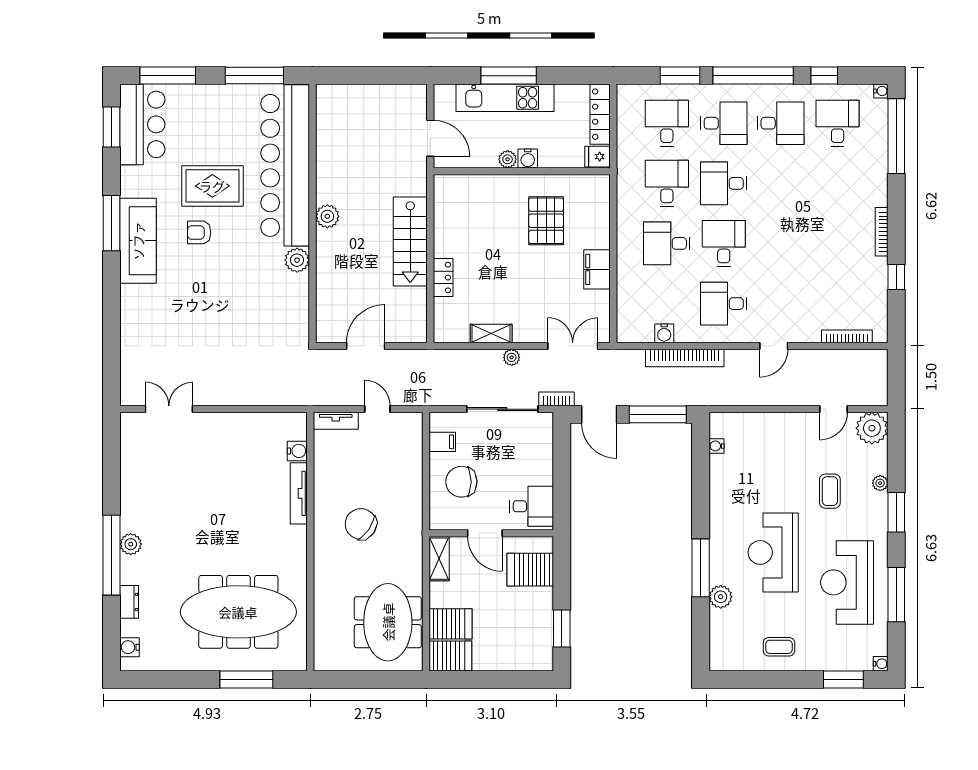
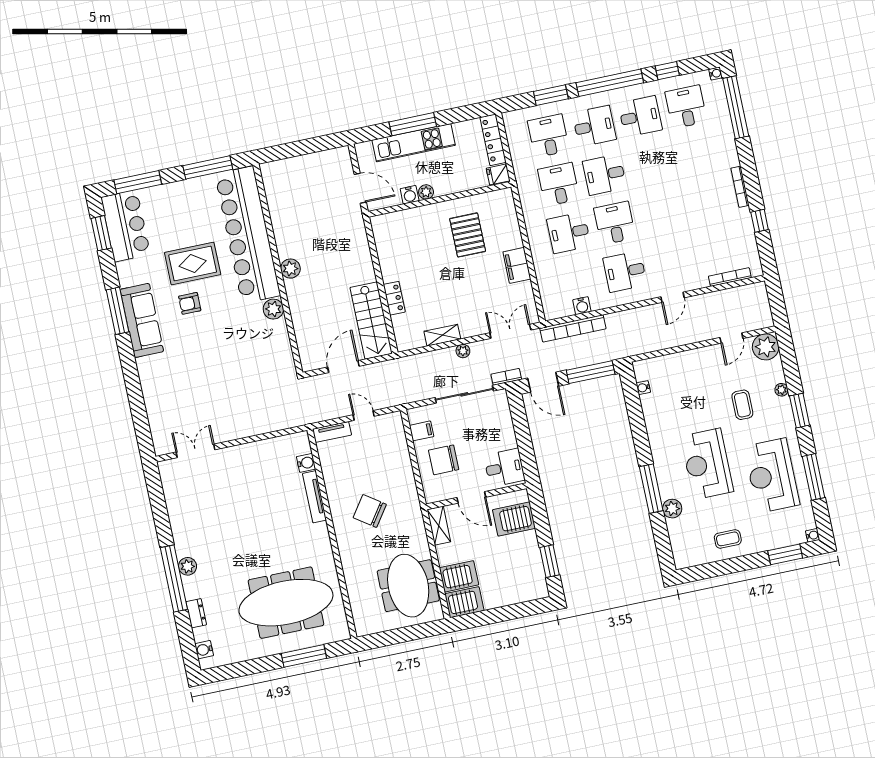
water cooler: (528, 158) -> (410, 195), moved
stairs: (410, 241) -> (371, 320), moved
bookcase: (685, 358) -> (573, 328), moved

